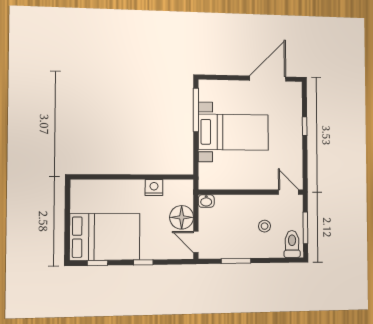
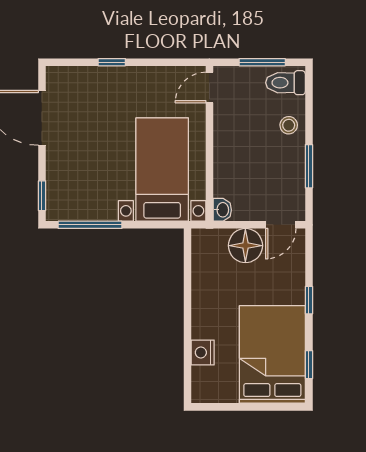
window: (216, 77) -> (42, 196), added
bed with nightstands: (233, 132) -> (162, 170), moved
nightstand: (154, 187) -> (203, 352), moved
stool: (265, 226) -> (289, 125), moved

